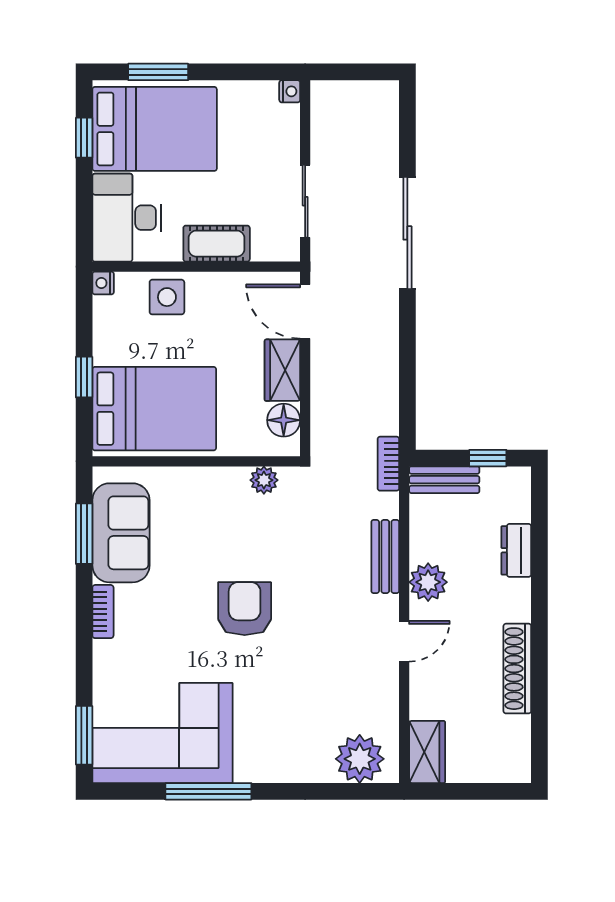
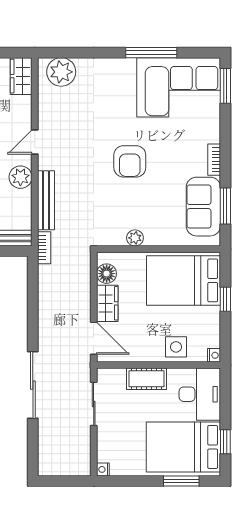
plant: (264, 480) -> (135, 238), moved
bench: (385, 557) -> (46, 200), width x1.36

